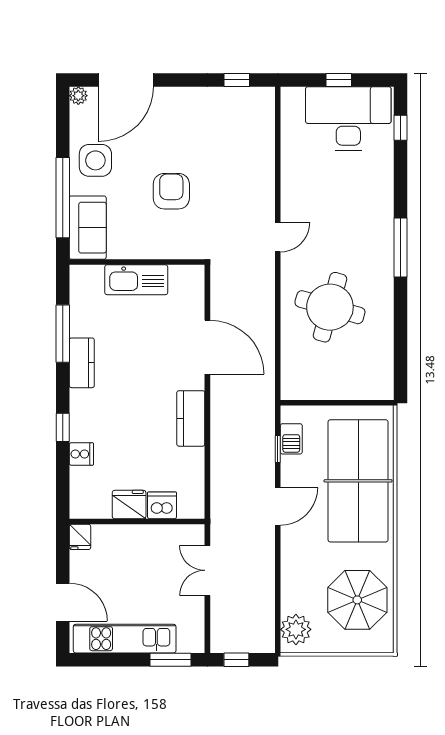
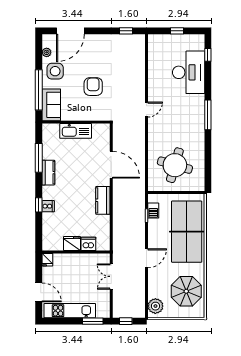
plant: (78, 96) -> (47, 52), moved
desk: (348, 118) -> (189, 72), moved, turned 90
round table: (330, 307) -> (175, 165), moved
cooker: (81, 454) -> (48, 206), moved
door: (278, 506) -> (146, 258), moved

